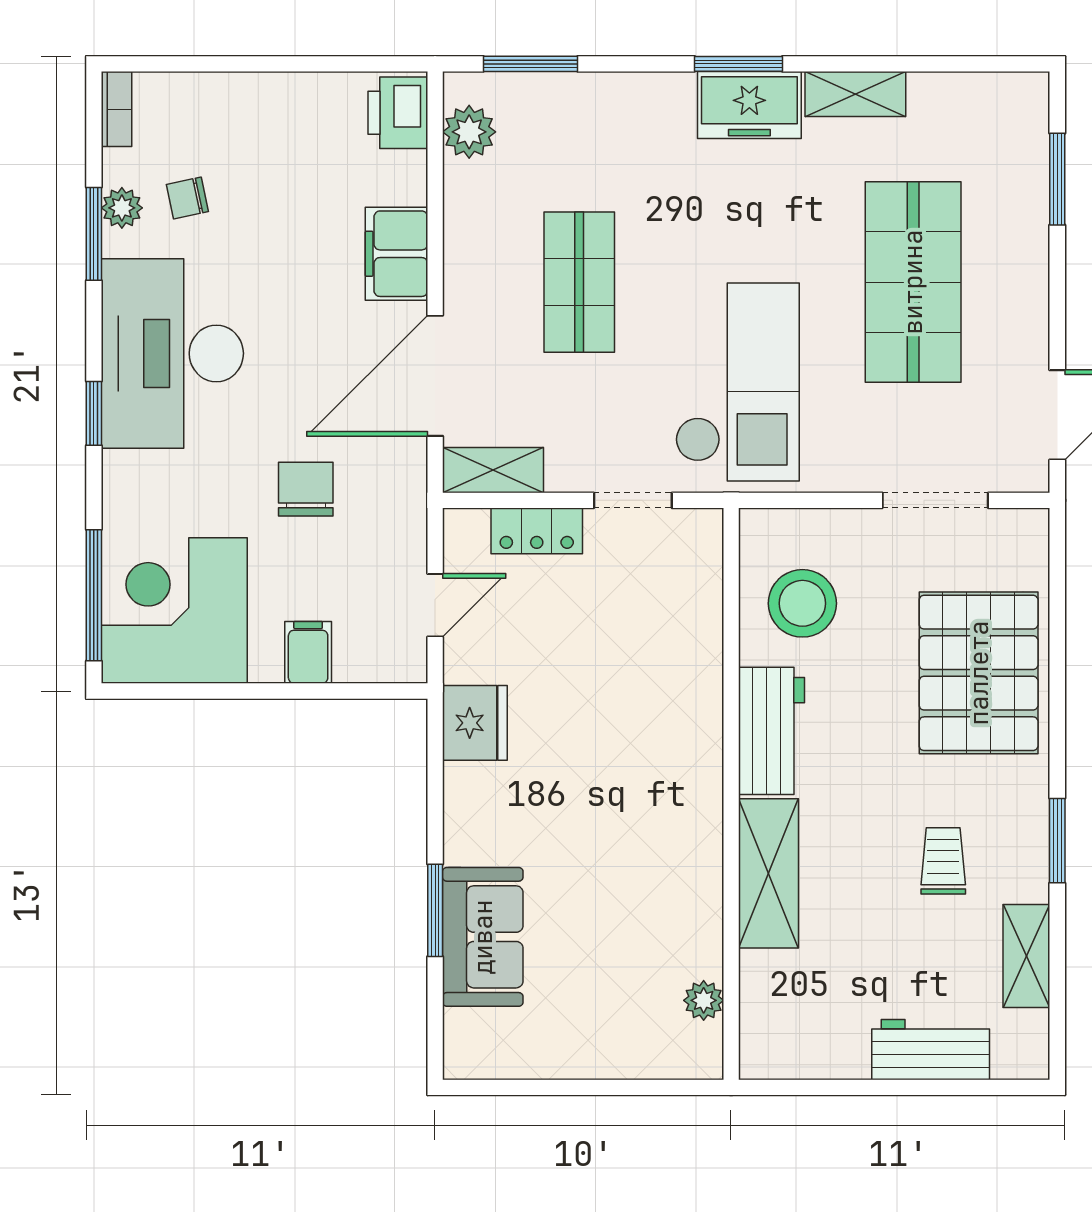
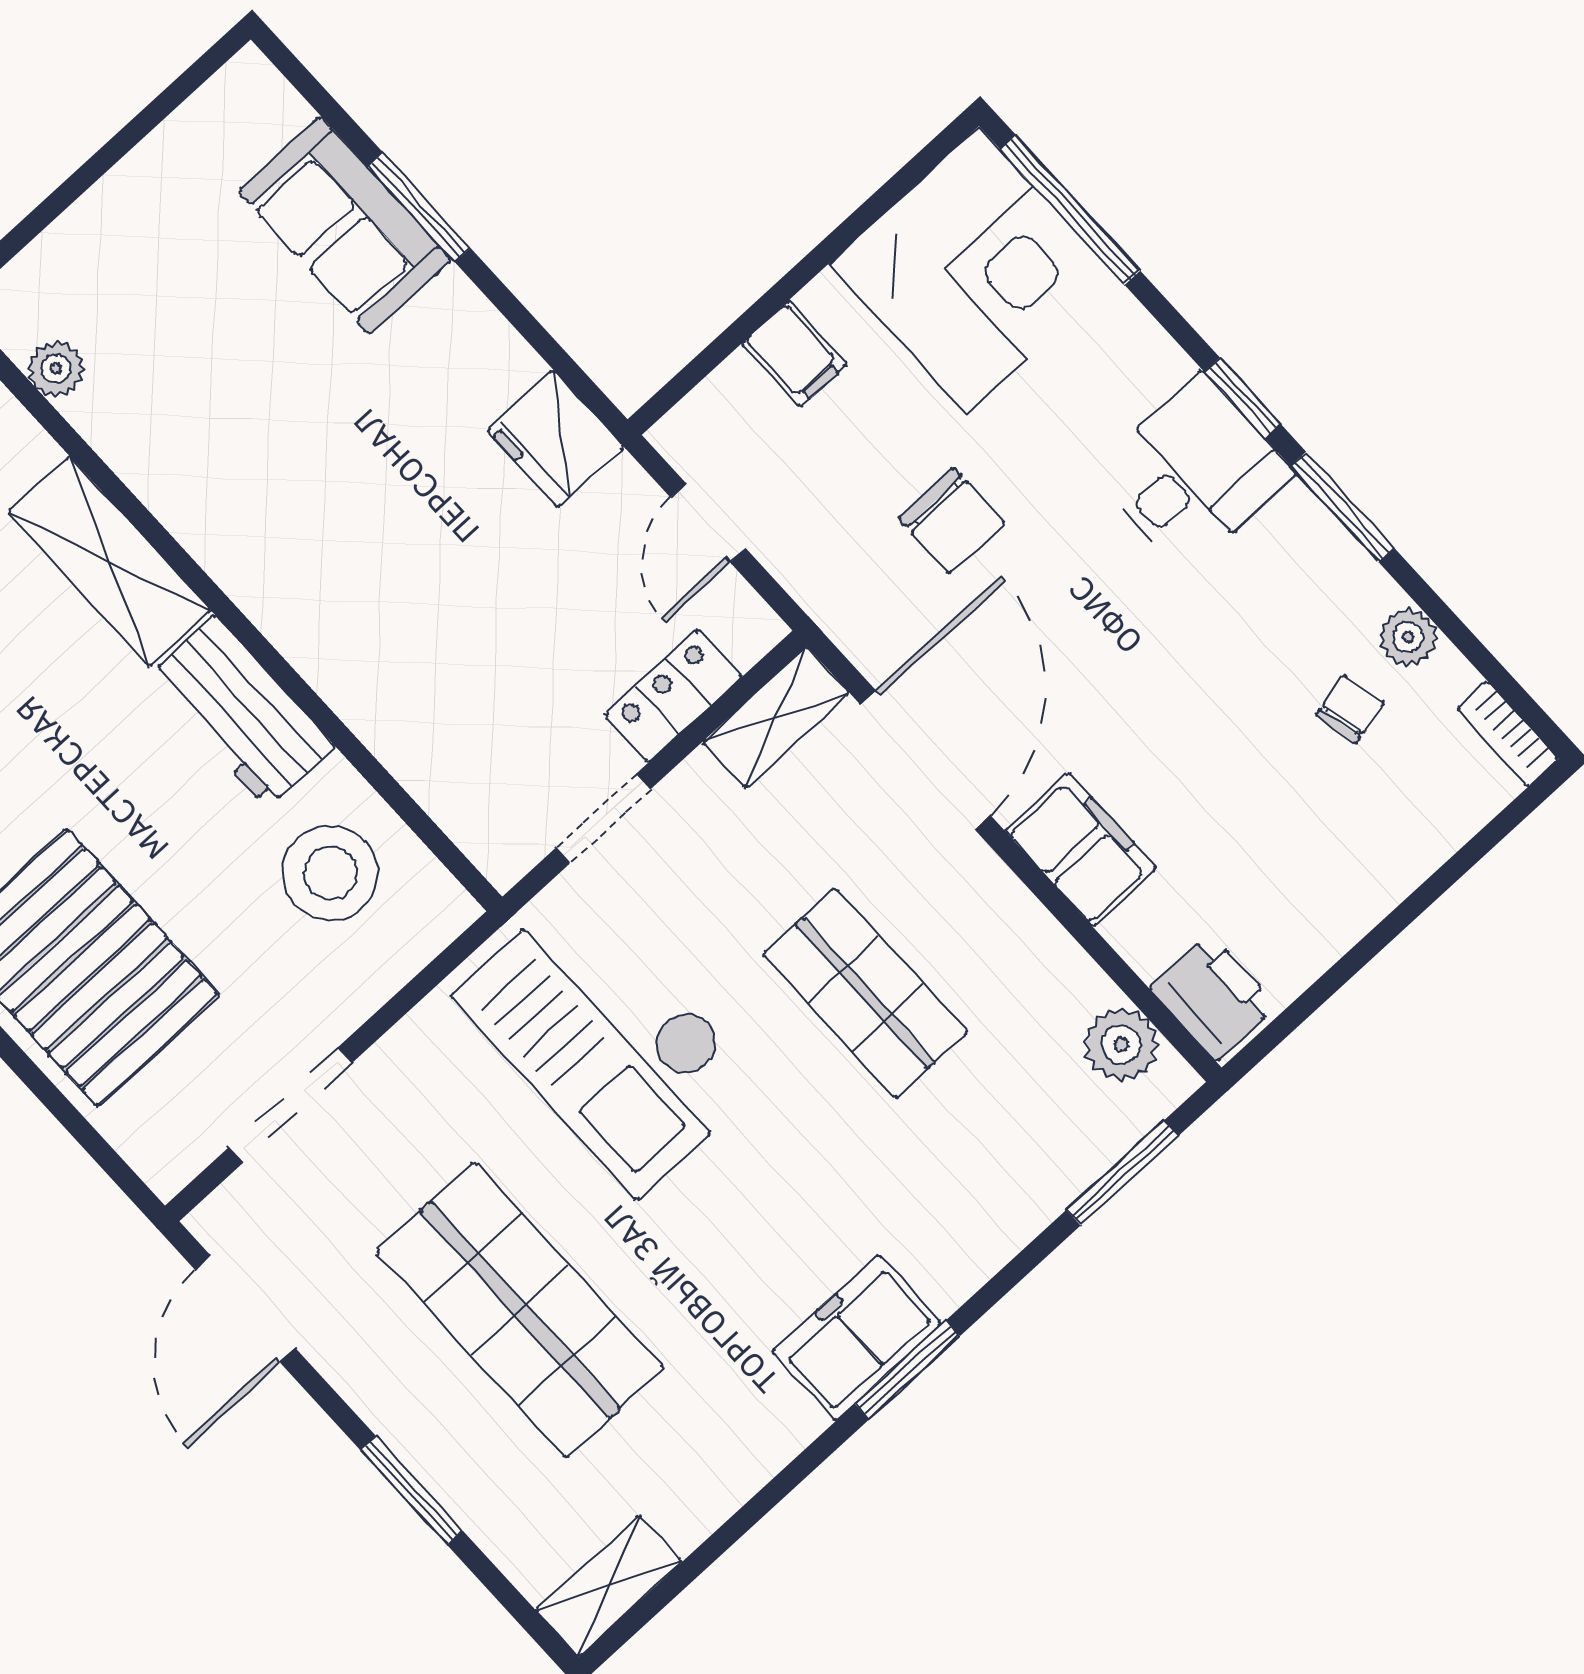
shelving: (855, 94) -> (609, 1586), moved
window: (1057, 179) -> (412, 1490), moved
window: (94, 234) -> (1342, 507), moved
desk: (172, 353) -> (1193, 473), width x0.53, depth x0.77

